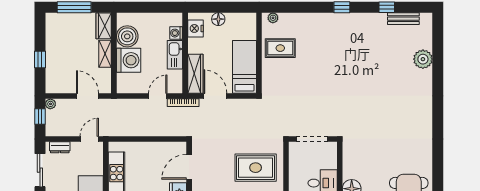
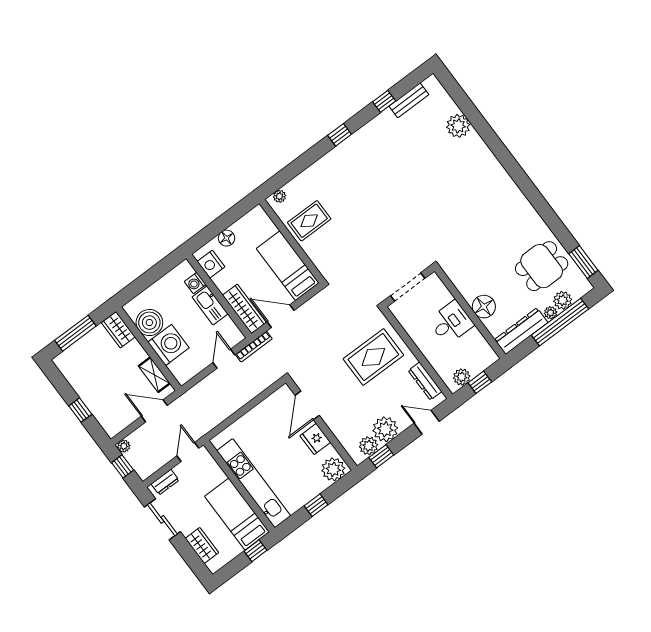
shelving: (105, 54) -> (154, 375), moved

